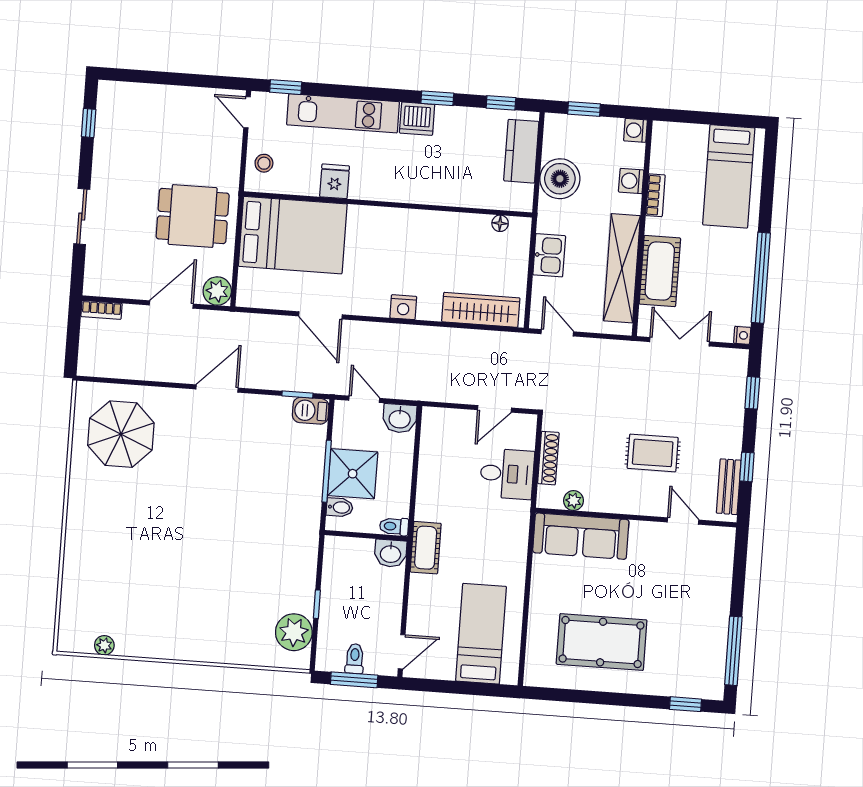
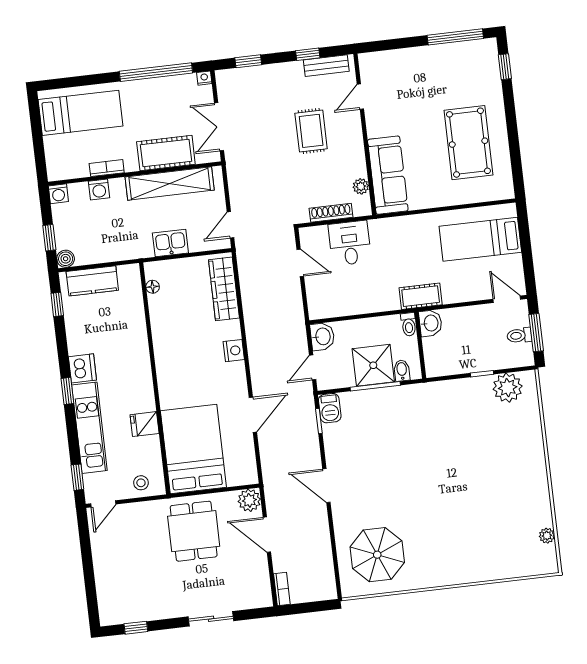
window: (437, 98) -> (67, 391), moved
boiler: (560, 179) -> (66, 259), moved, width x0.54, depth x0.54

